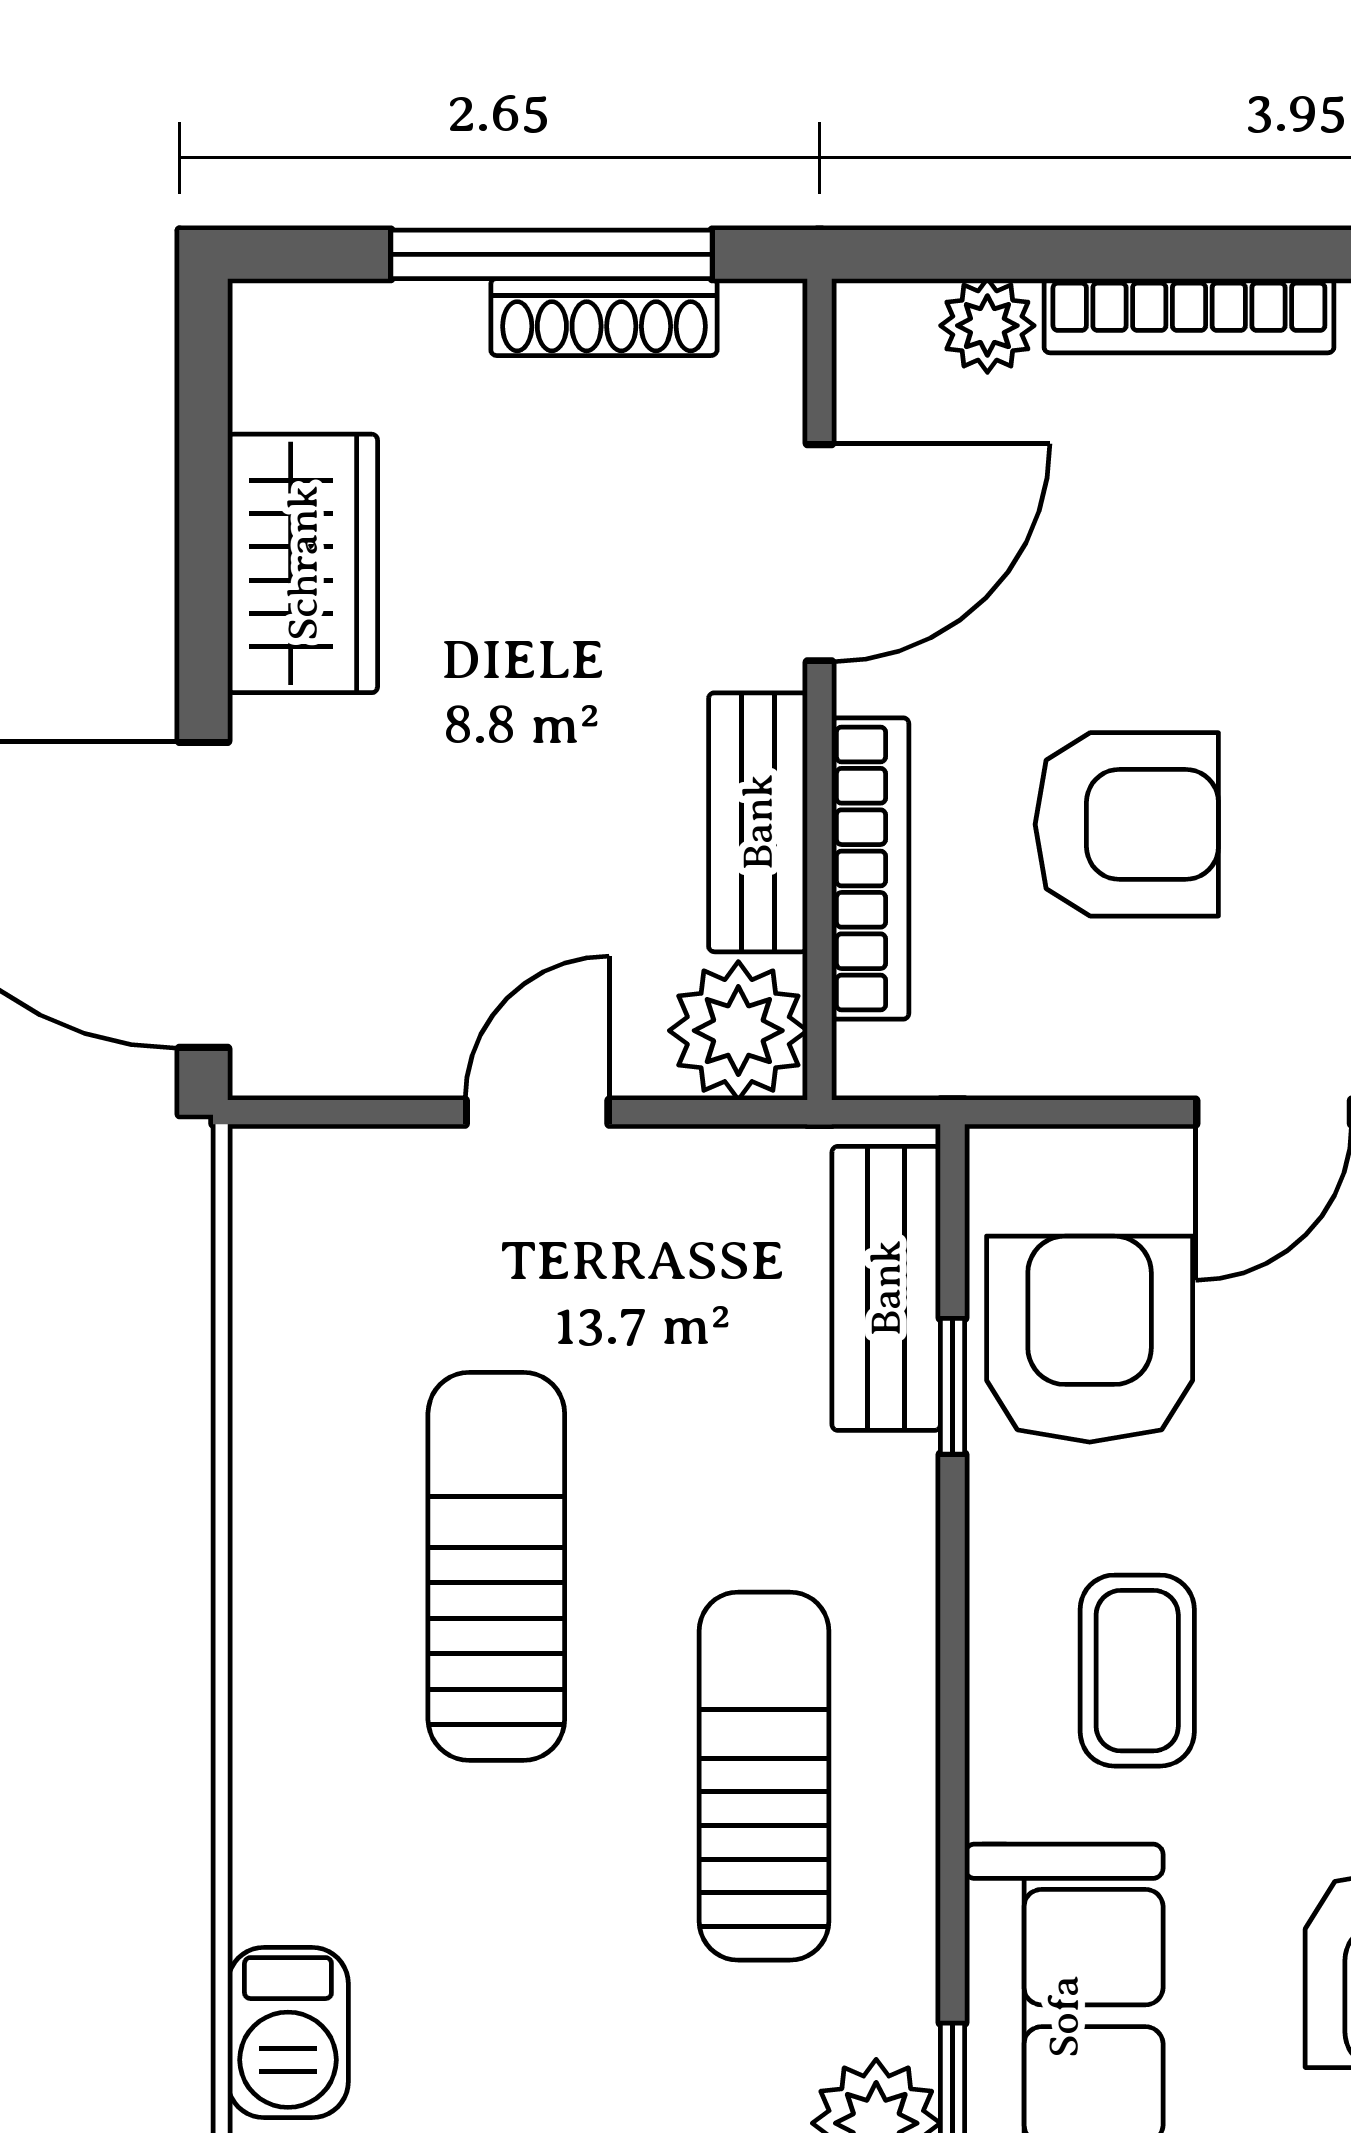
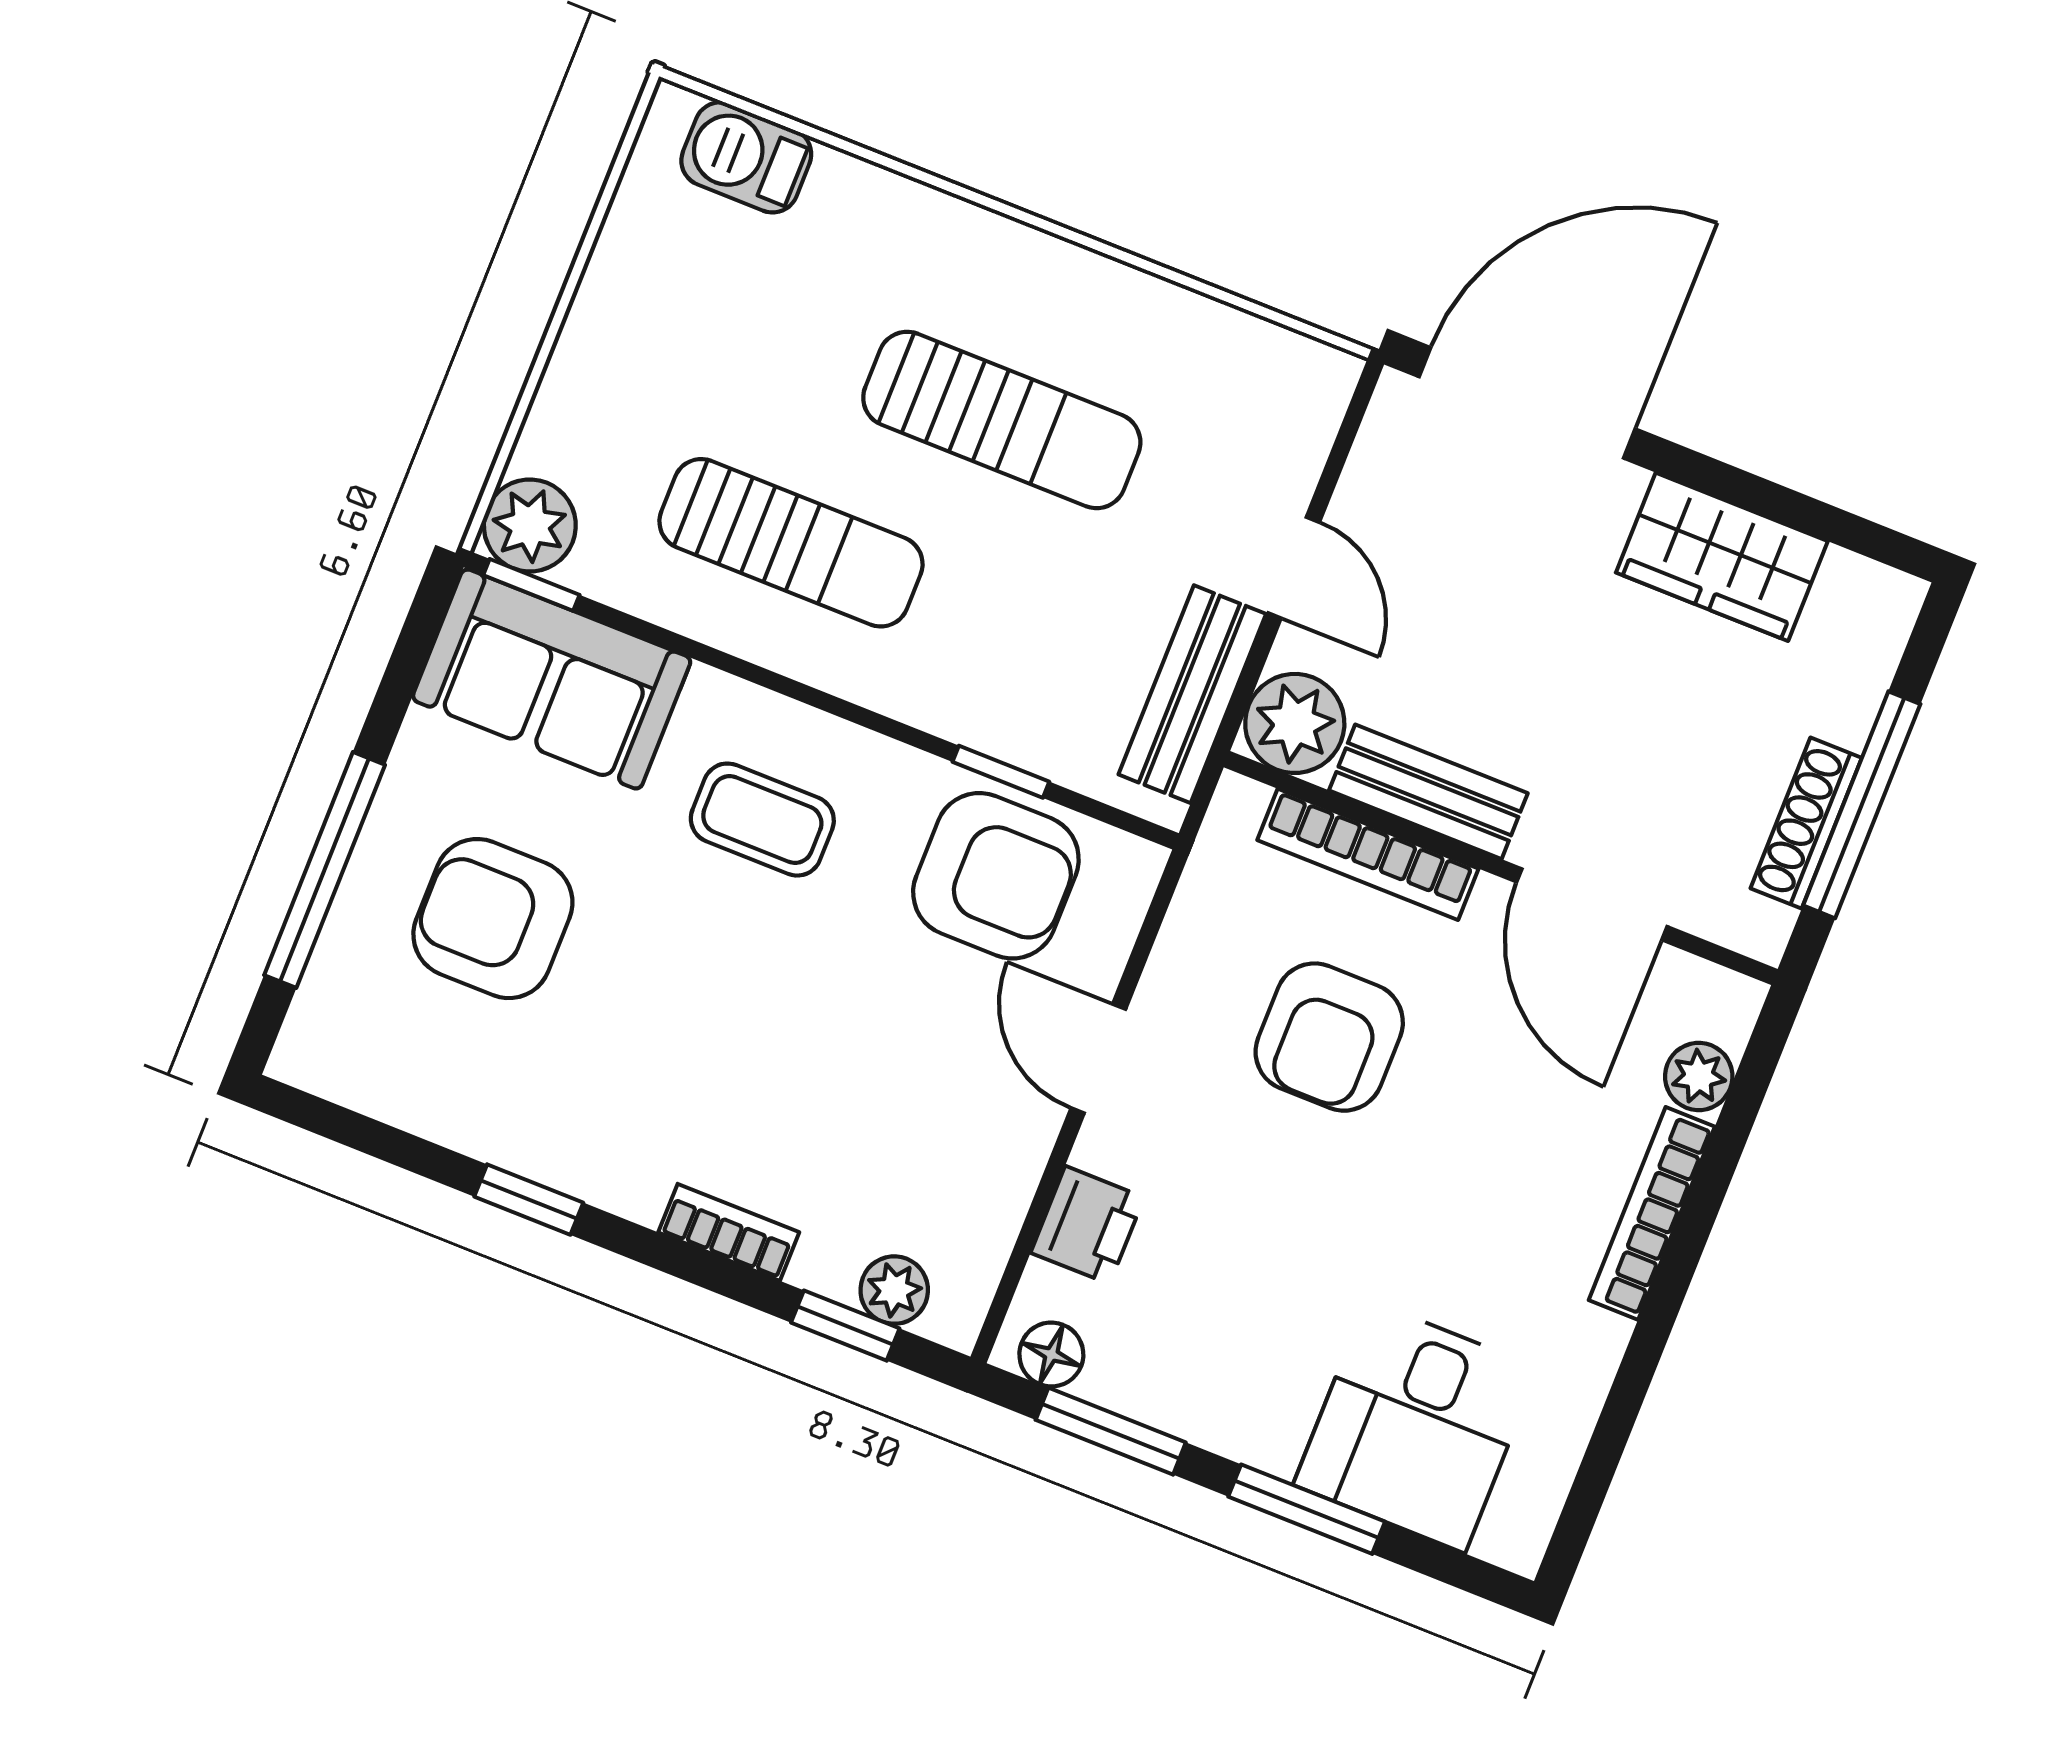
bench: (886, 1288) -> (1192, 694), moved, turned 90

